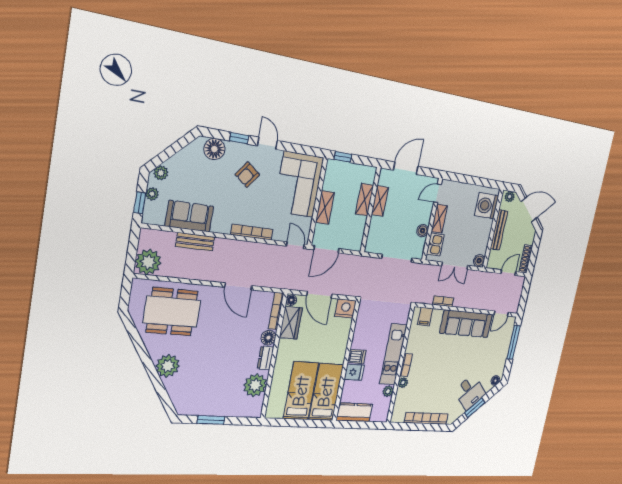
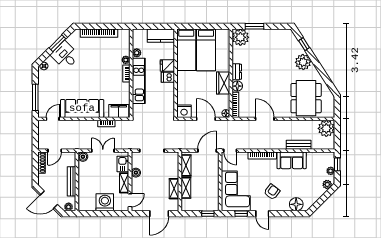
window: (239, 138) -> (241, 214), moved
washing machine: (487, 206) -> (105, 202), moved, turned -90
shelving: (325, 207) -> (186, 165), moved
sofa: (189, 216) -> (292, 160), moved
dining table: (172, 312) -> (306, 98), turned 90
filing cabinet: (425, 316) -> (119, 111), width x2.00
wardrobe: (291, 323) -> (223, 83), moved
plant: (255, 385) -> (240, 37), moved
window: (162, 392) -> (304, 44), added
window: (211, 420) -> (254, 26), moved

